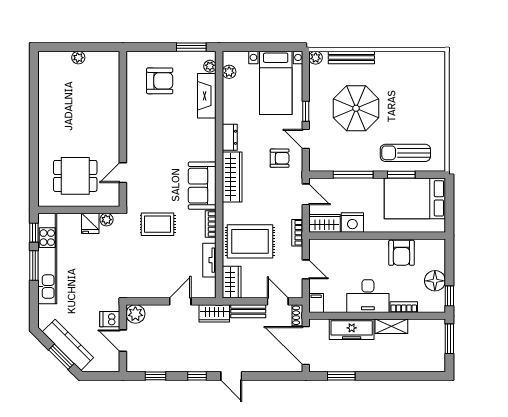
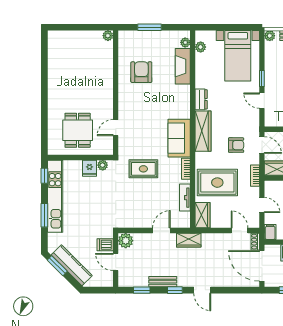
window: (191, 47) -> (149, 27), moved
plant: (78, 58) -> (108, 36), moved
armchair: (160, 81) -> (141, 72), moved, turned -90
armchair: (280, 158) -> (236, 145), moved
dining table: (75, 176) -> (78, 130), turned 90
window: (34, 265) -> (44, 215), moved
bench: (248, 311) -> (163, 282), moved
window: (61, 357) -> (57, 266), moved

